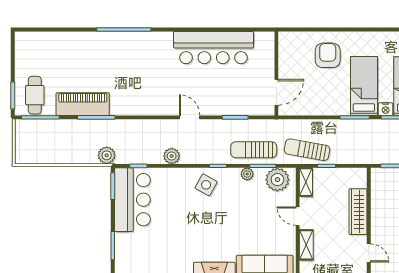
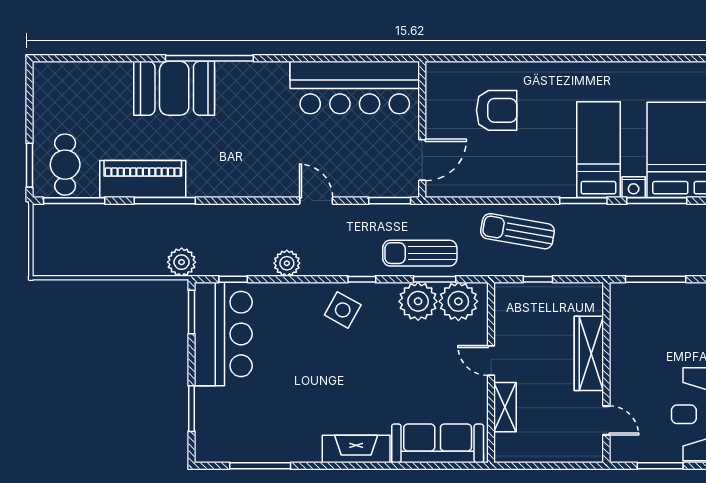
booth: (102, 48) -> (174, 88), added
armchair: (328, 55) -> (497, 110), moved, turned 90
wall: (276, 73) -> (422, 129), moved
door: (276, 92) -> (422, 160), moved
sun lounger: (307, 150) -> (518, 231), moved
plant: (247, 174) -> (418, 301), width x1.88, depth x1.88
shelving: (306, 182) -> (504, 305), removed

